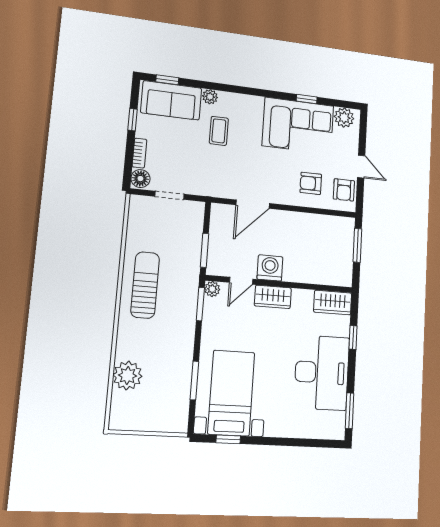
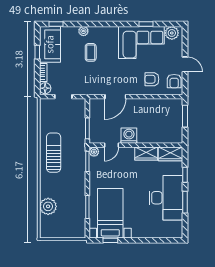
sofa: (171, 100) -> (50, 44), moved, turned -90
wardrobe: (273, 297) -> (146, 153), moved
window: (350, 411) -> (185, 202), moved

